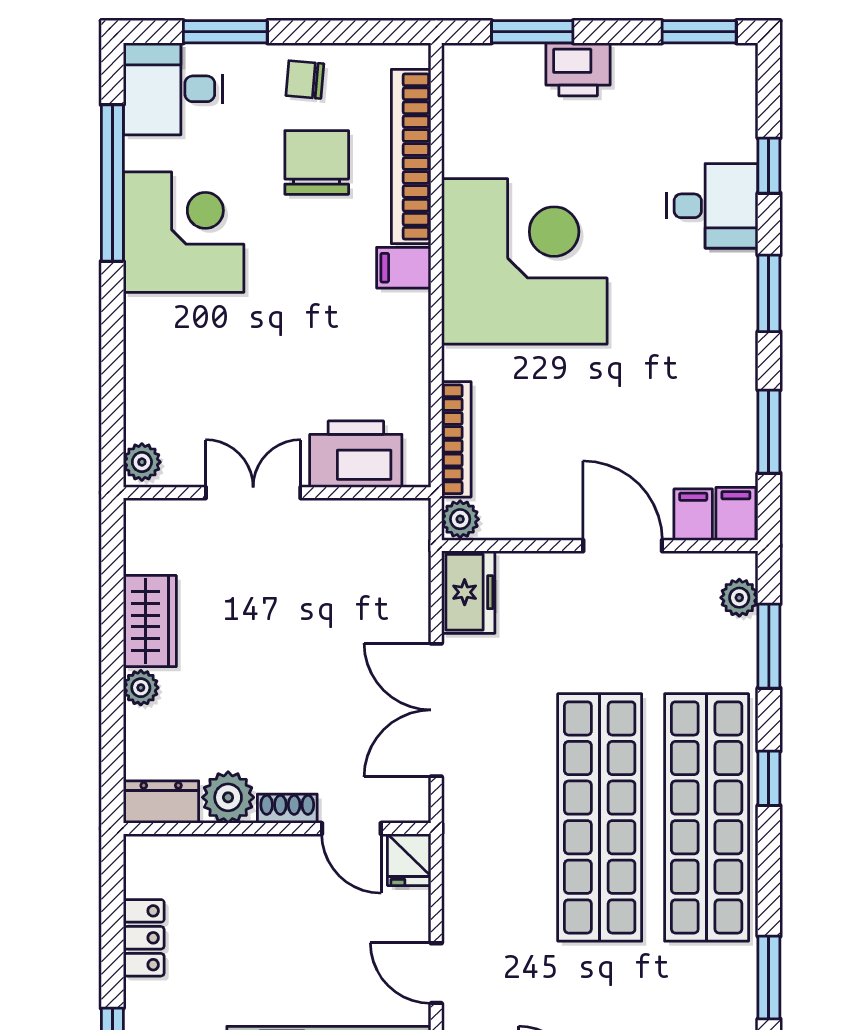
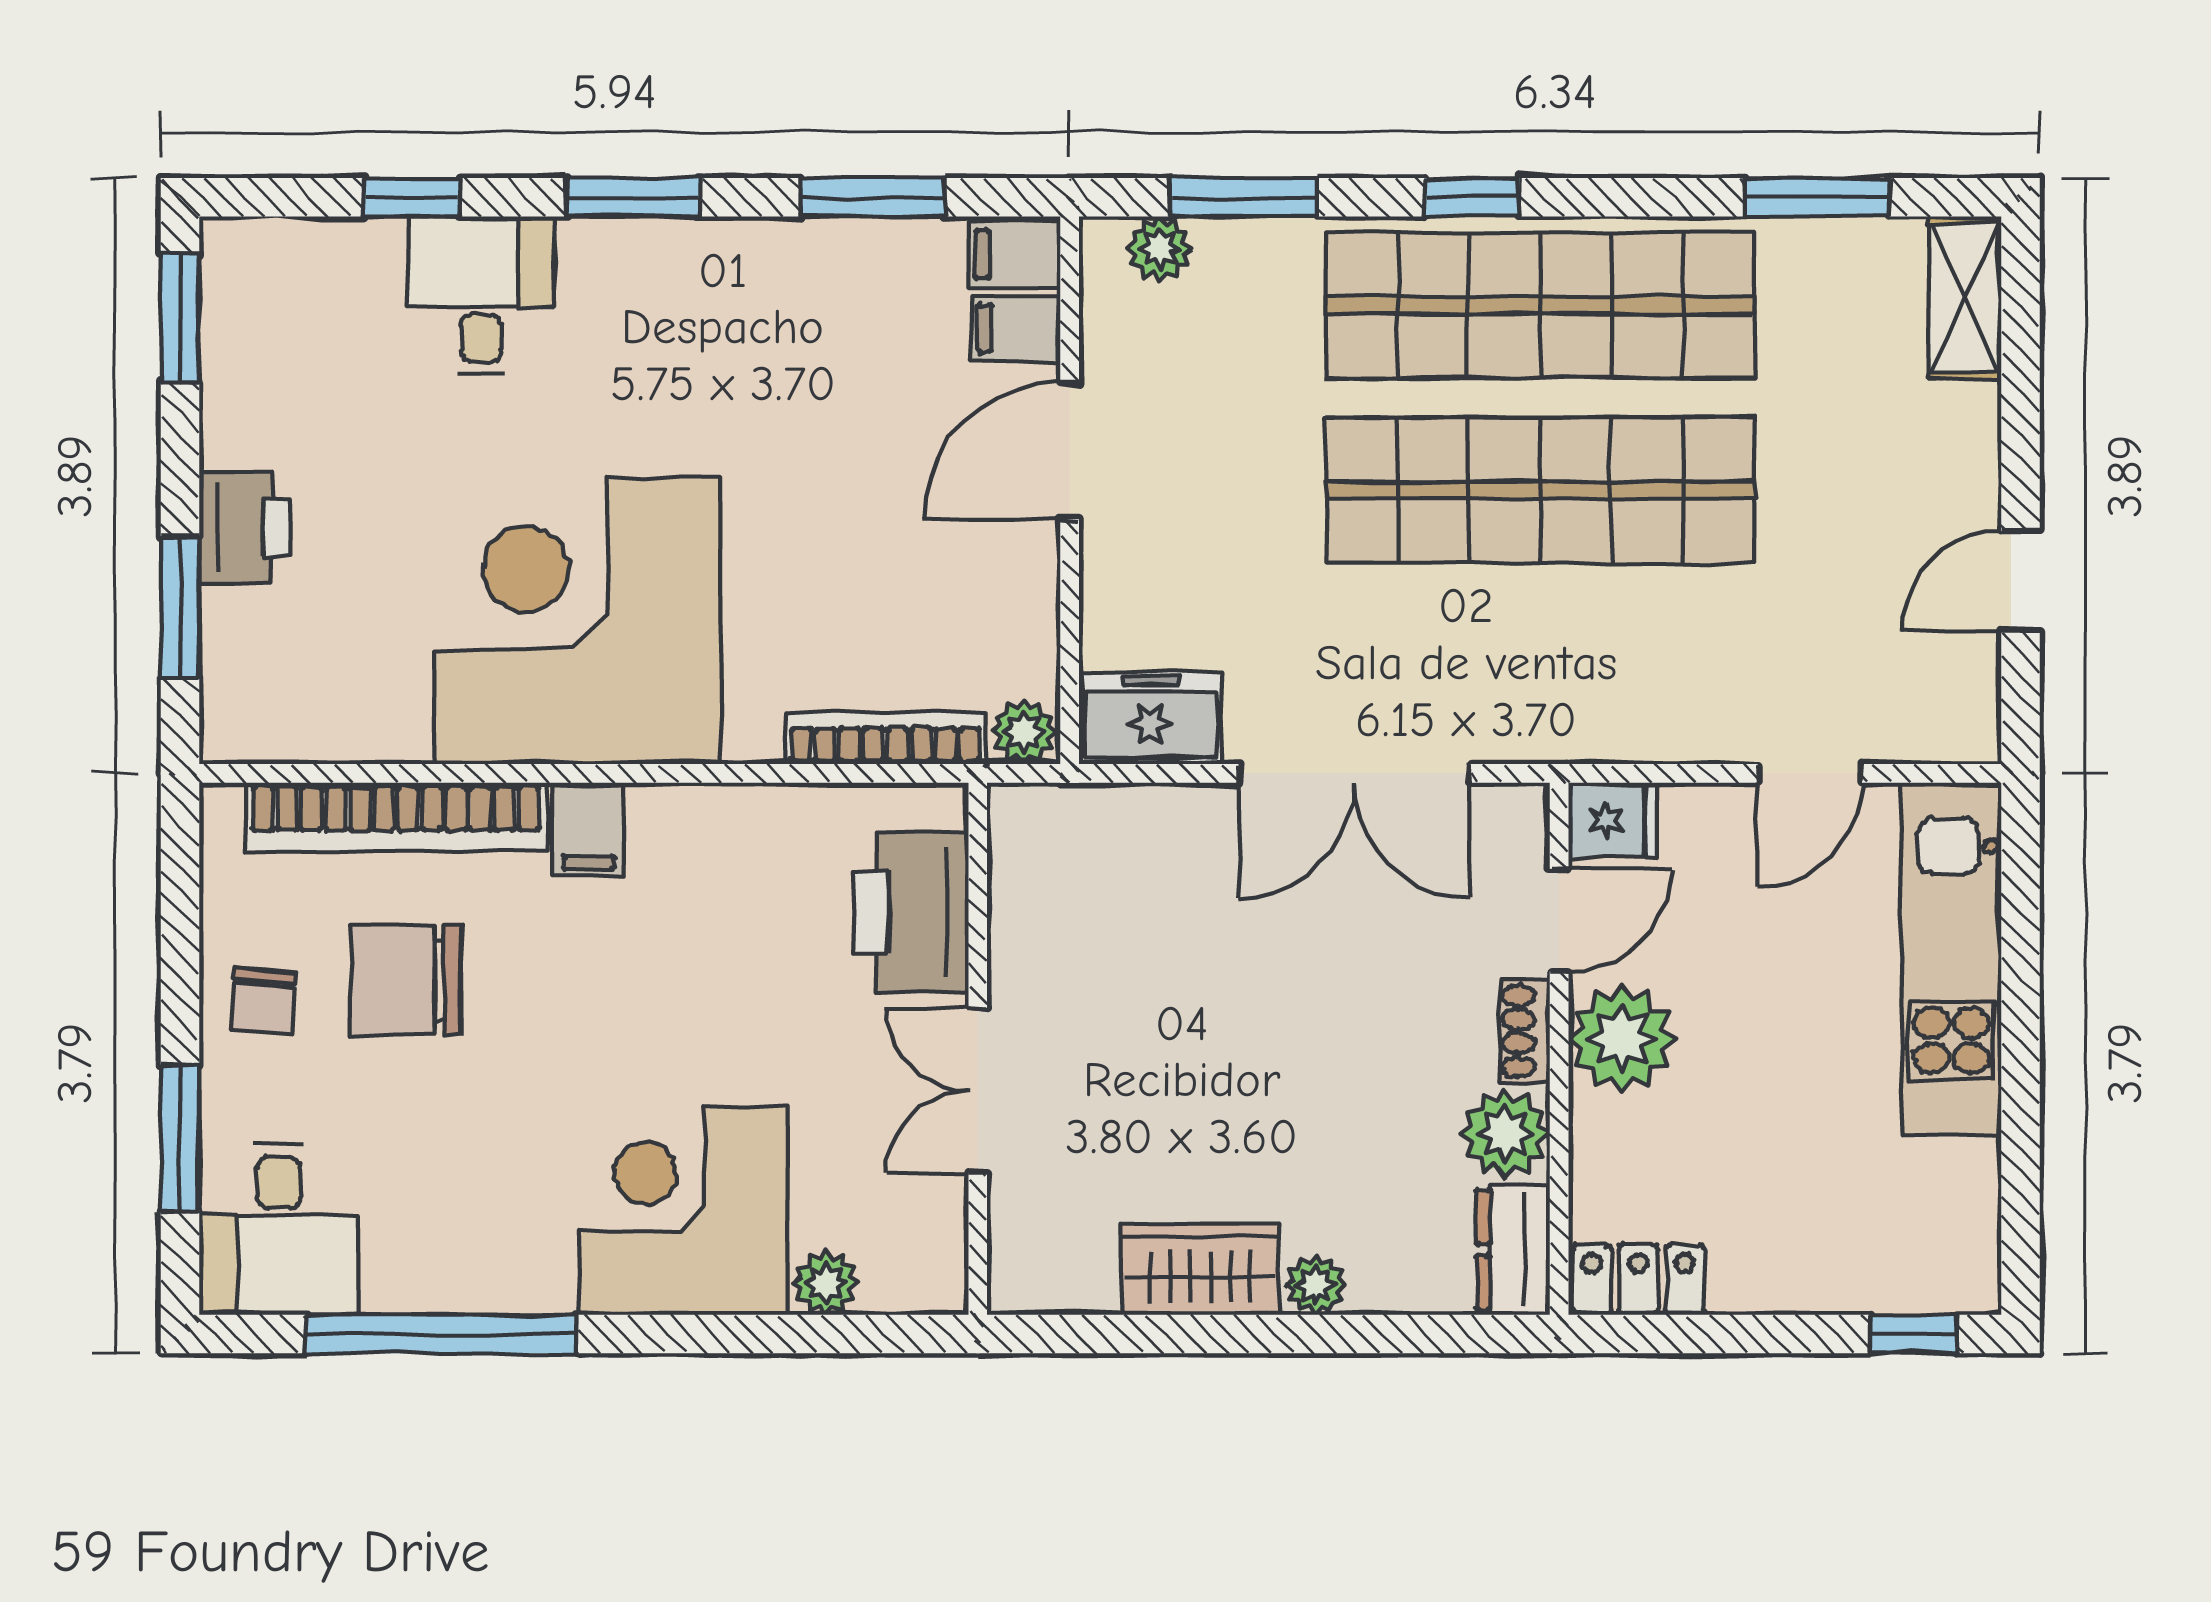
corner desk: (184, 232) -> (683, 1211), moved
plant: (142, 462) -> (826, 1283), moved
plant: (283, 865) -> (1622, 1039), added
locker: (144, 938) -> (1638, 1280), moved

